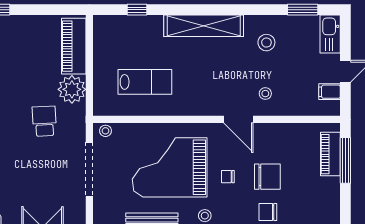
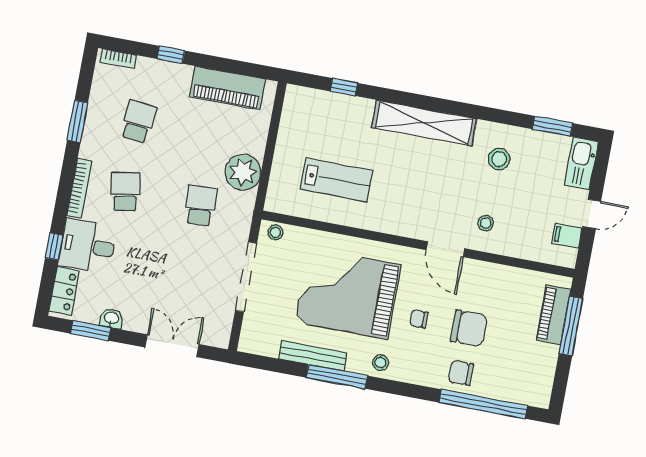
piano: (74, 46) -> (228, 88), moved, turned -90

